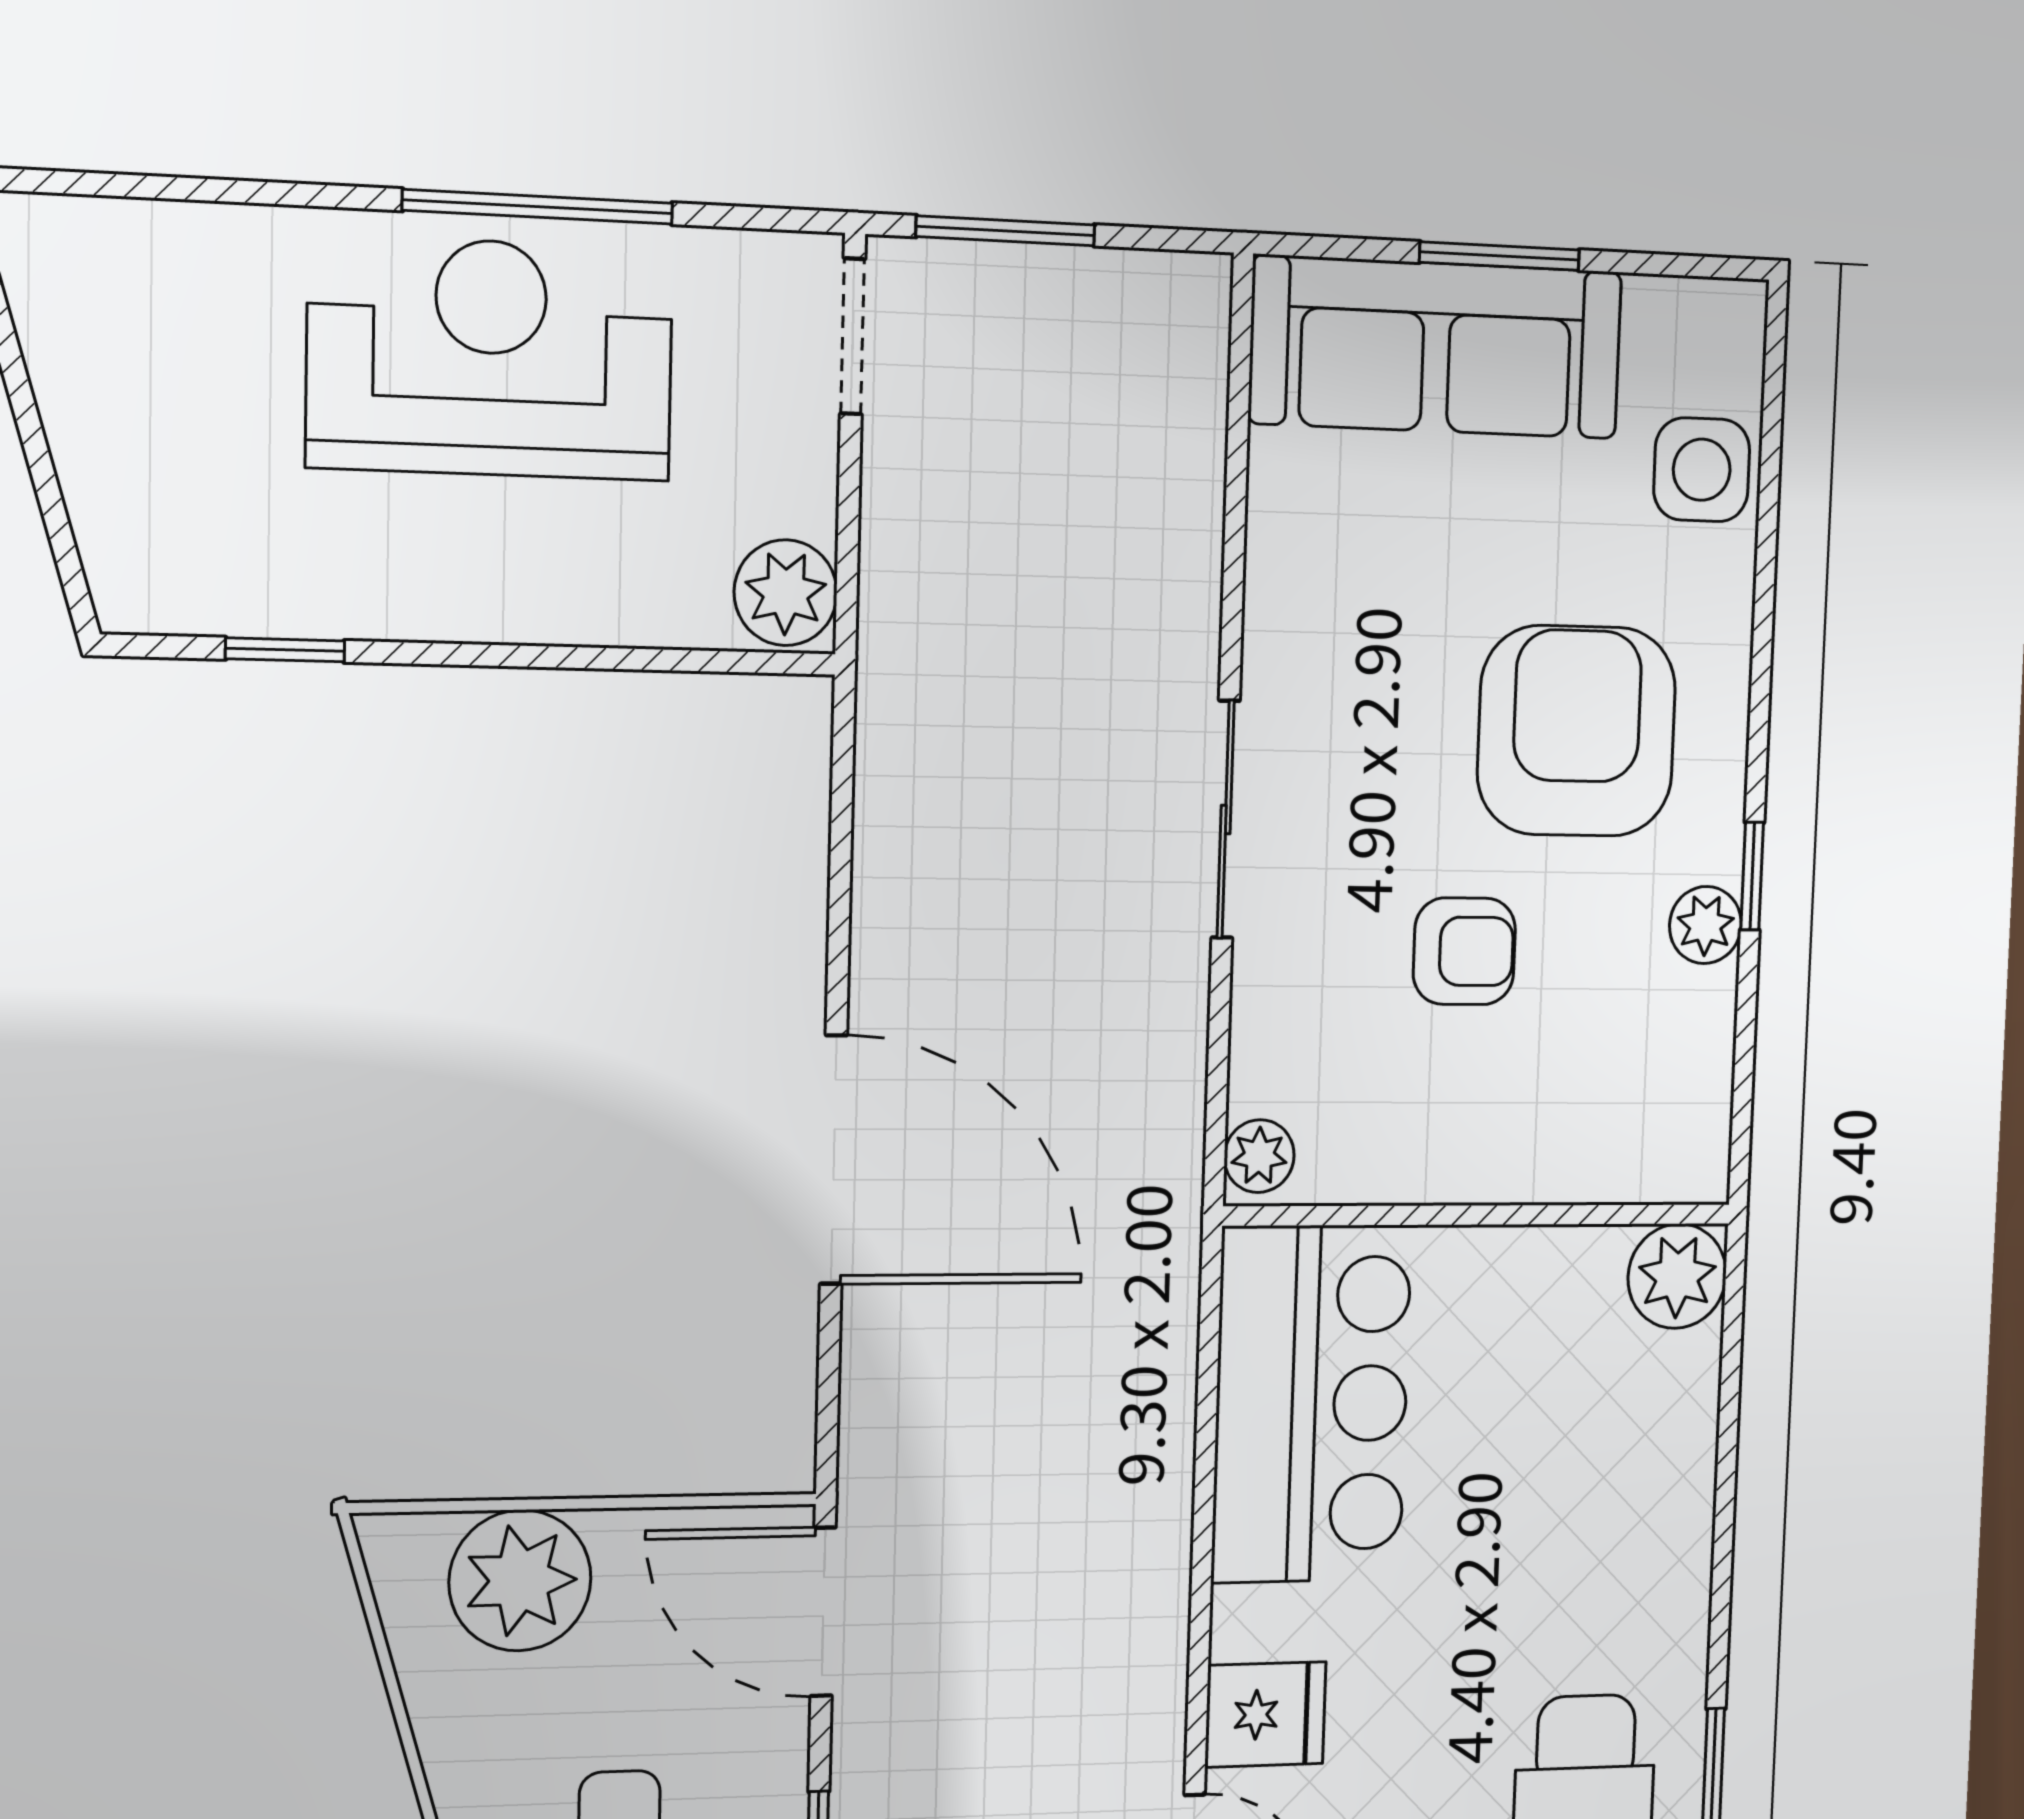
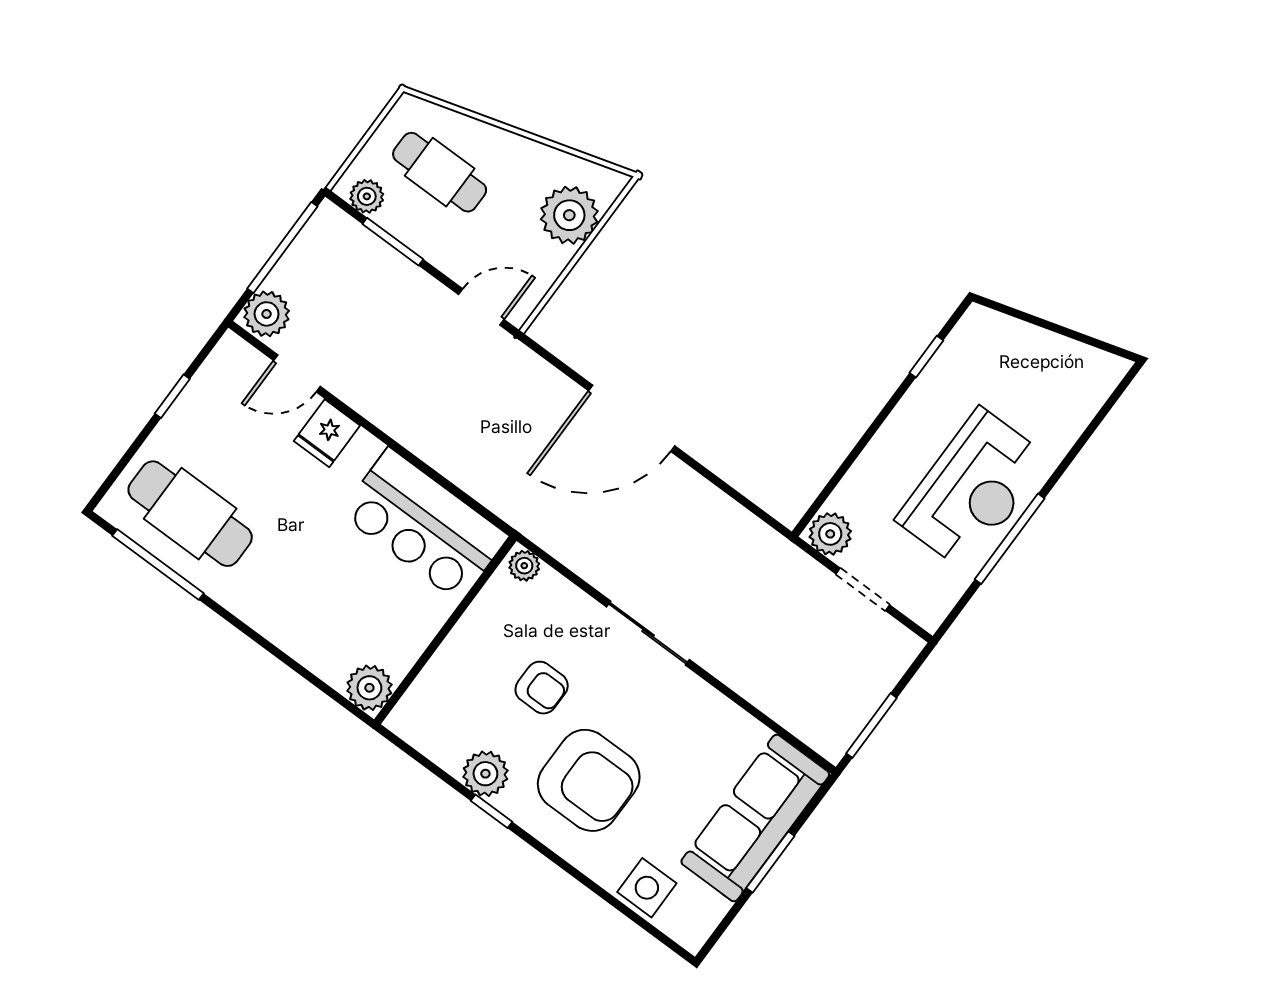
window: (1006, 231) -> (871, 726), moved
doorway: (853, 336) -> (863, 589), moved
plant: (1705, 925) -> (485, 774), width x1.38, depth x1.38
armchair: (1464, 951) -> (542, 688), turned -90
door: (823, 1612) -> (481, 307), width x0.73

